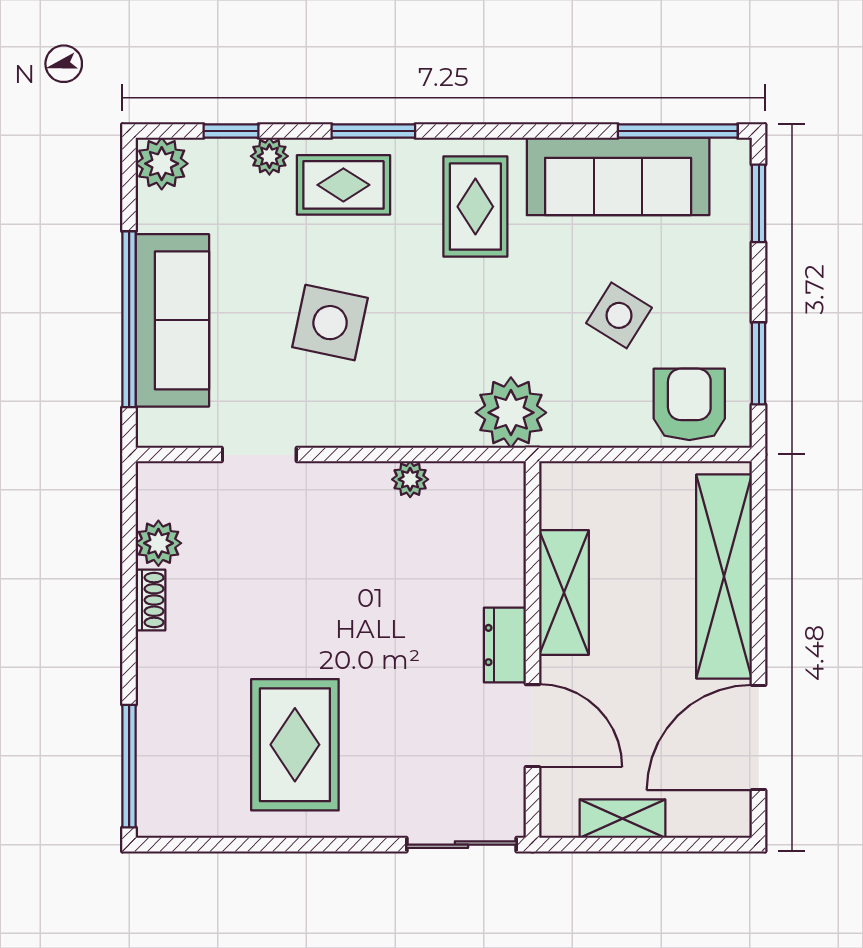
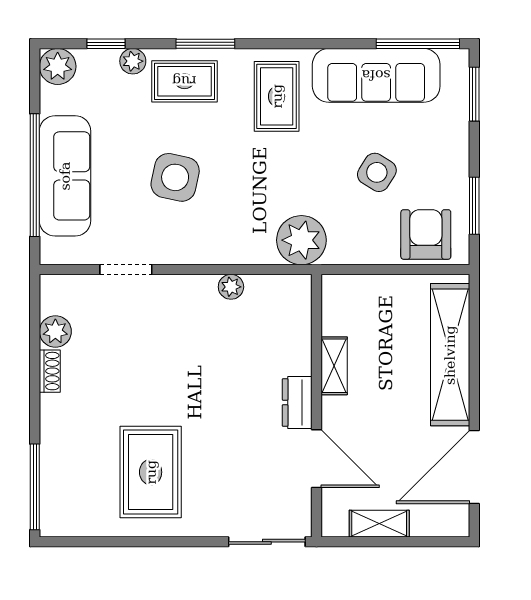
shelving: (564, 592) -> (334, 366), width x0.67, depth x0.75

